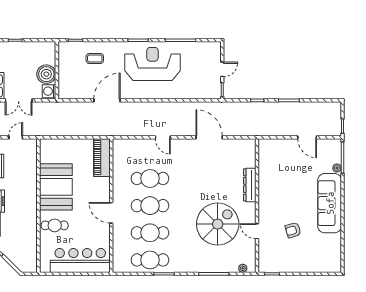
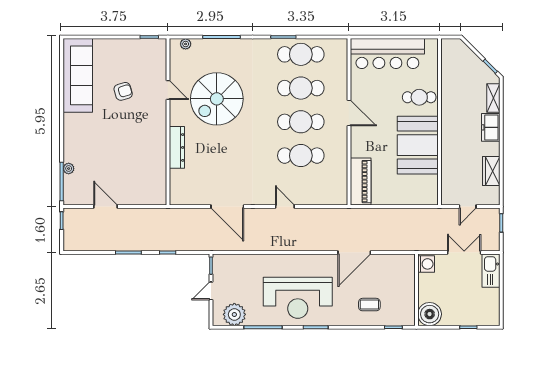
plant: (203, 50) -> (234, 314), added
boiler: (46, 74) -> (430, 314), moved
sofa: (330, 203) -> (78, 75), moved

